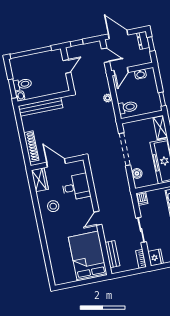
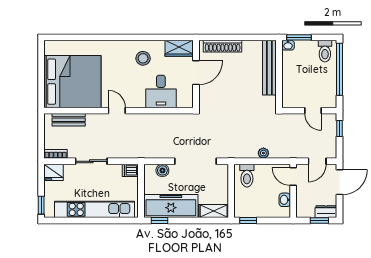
toilet: (23, 84) -> (325, 51), moved
bed: (88, 256) -> (72, 82), width x1.36

